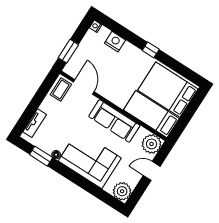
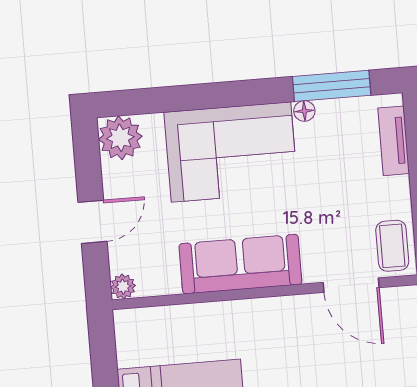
bed: (151, 114) -> (178, 333), removed
plant: (152, 144) -> (123, 286), width x0.53, depth x0.53
window: (41, 156) -> (332, 86), width x1.44

